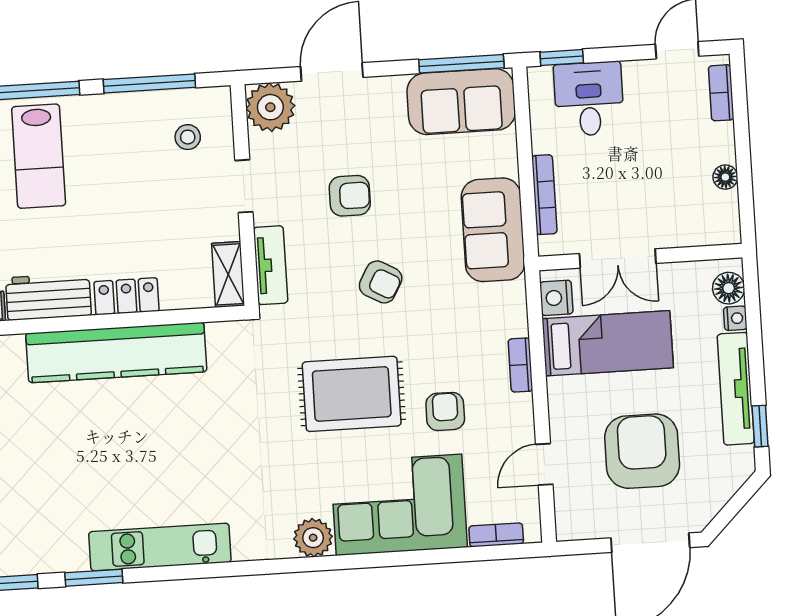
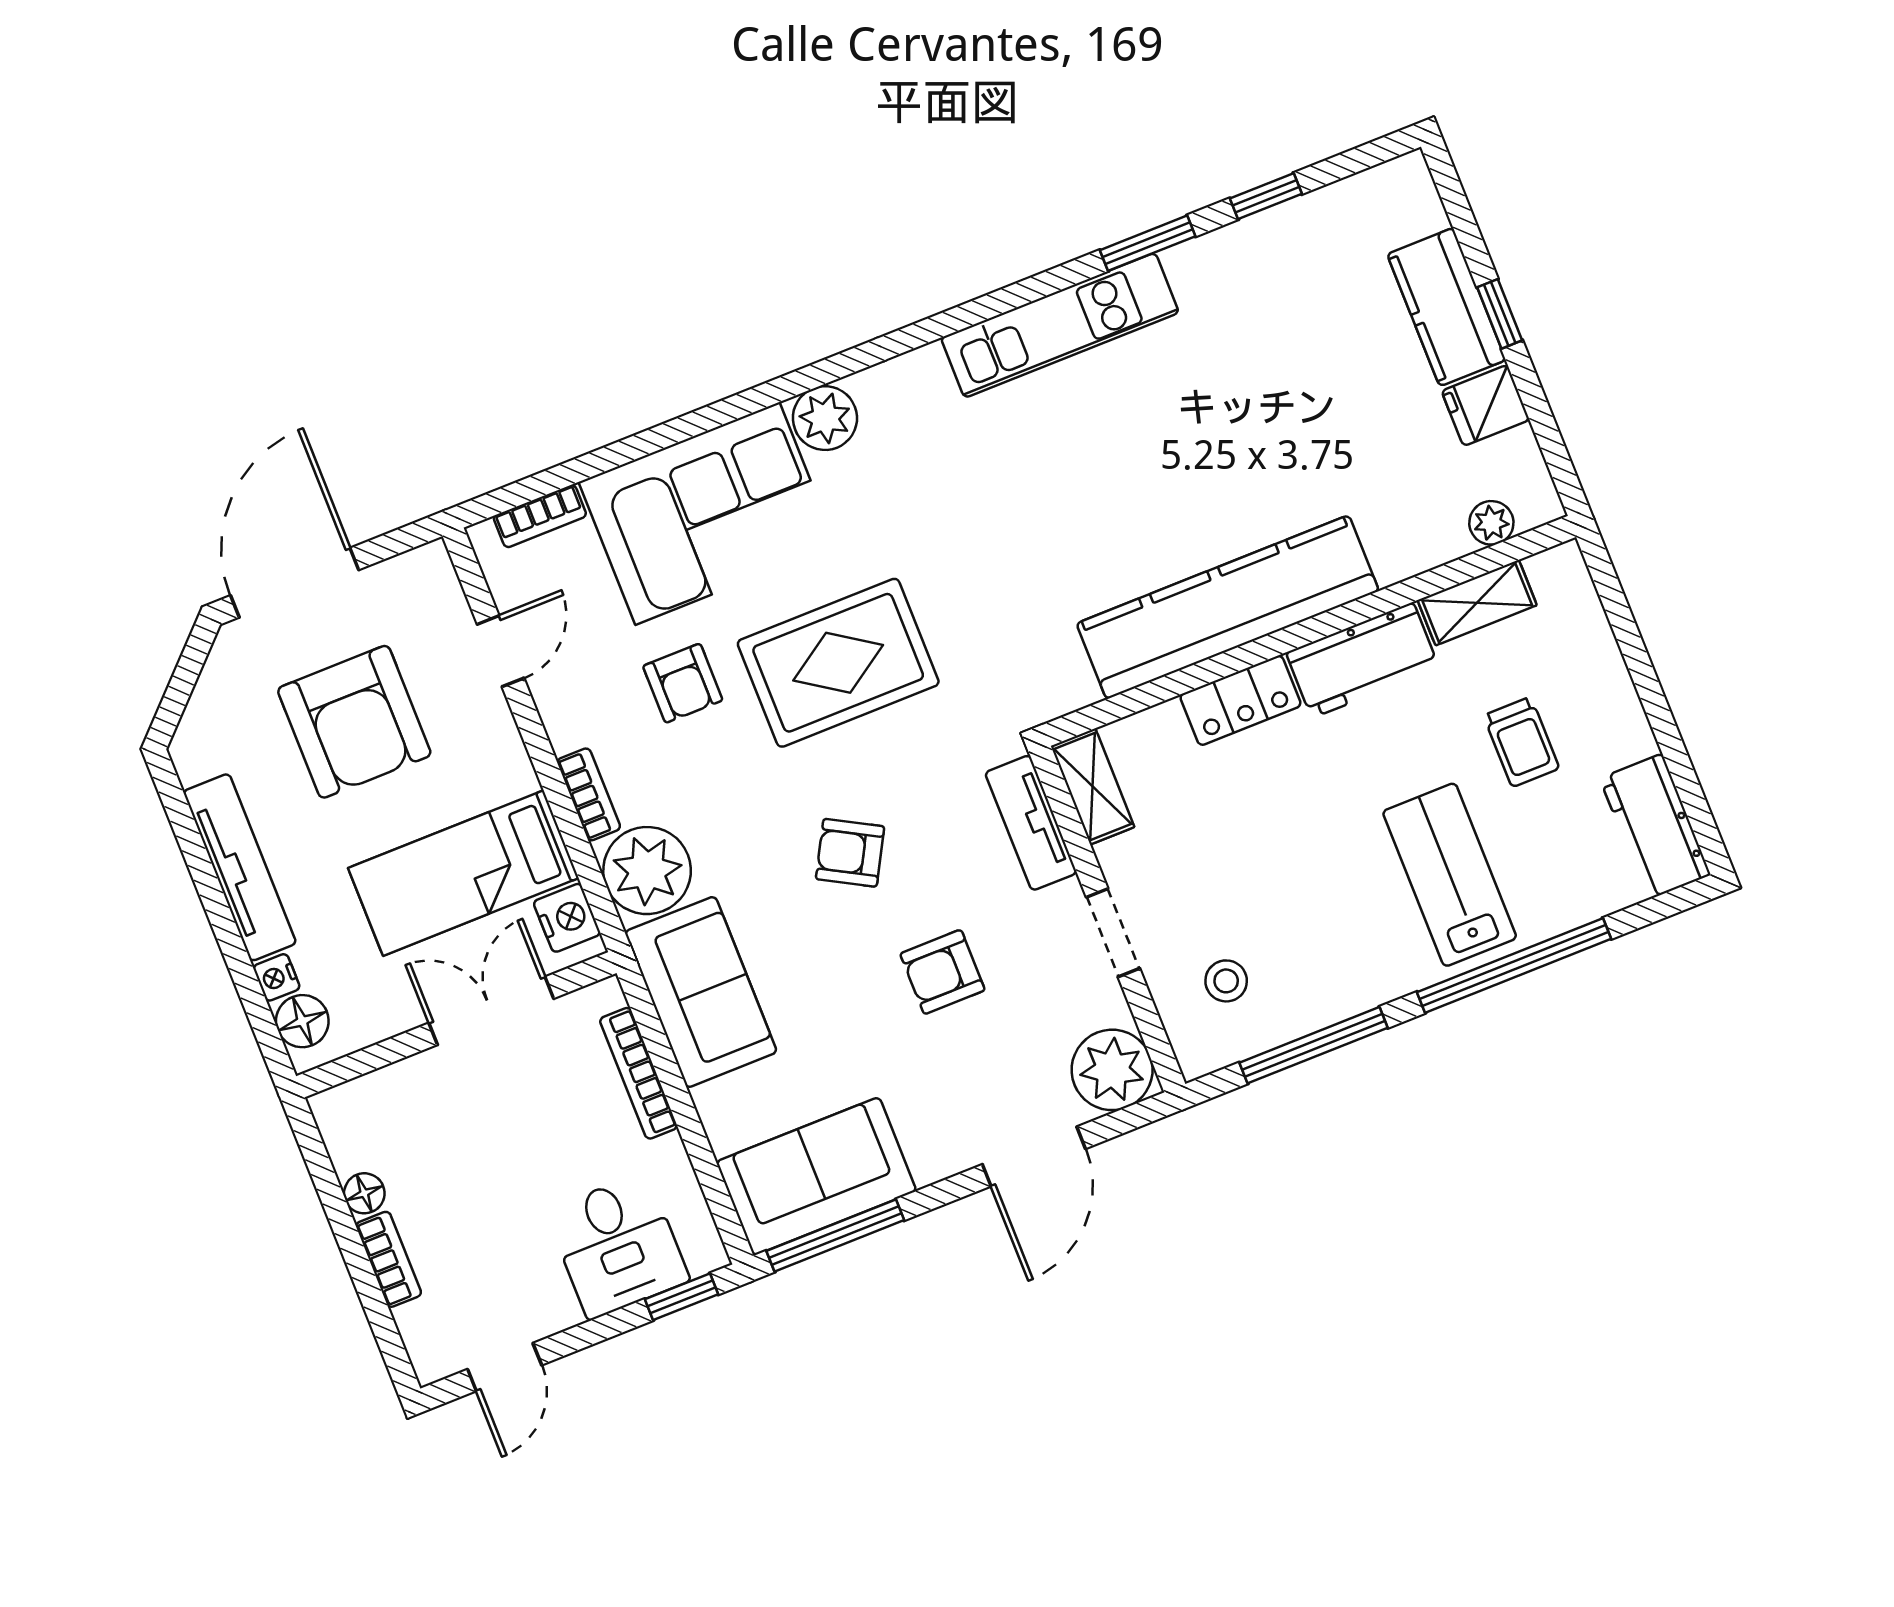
bookcase: (721, 93) -> (389, 1259), moved
plant: (501, 310) -> (647, 871), added
window: (760, 426) -> (183, 821), removed

